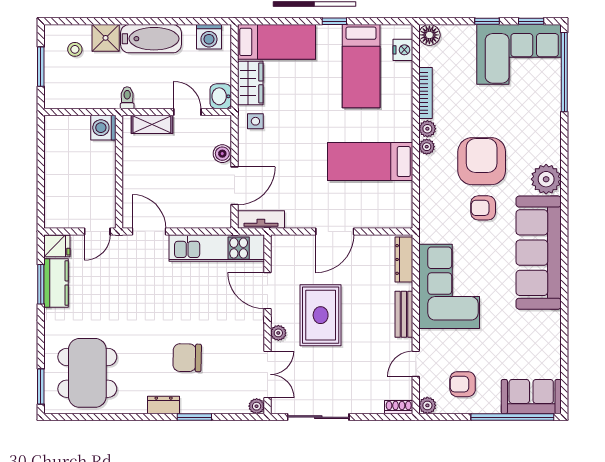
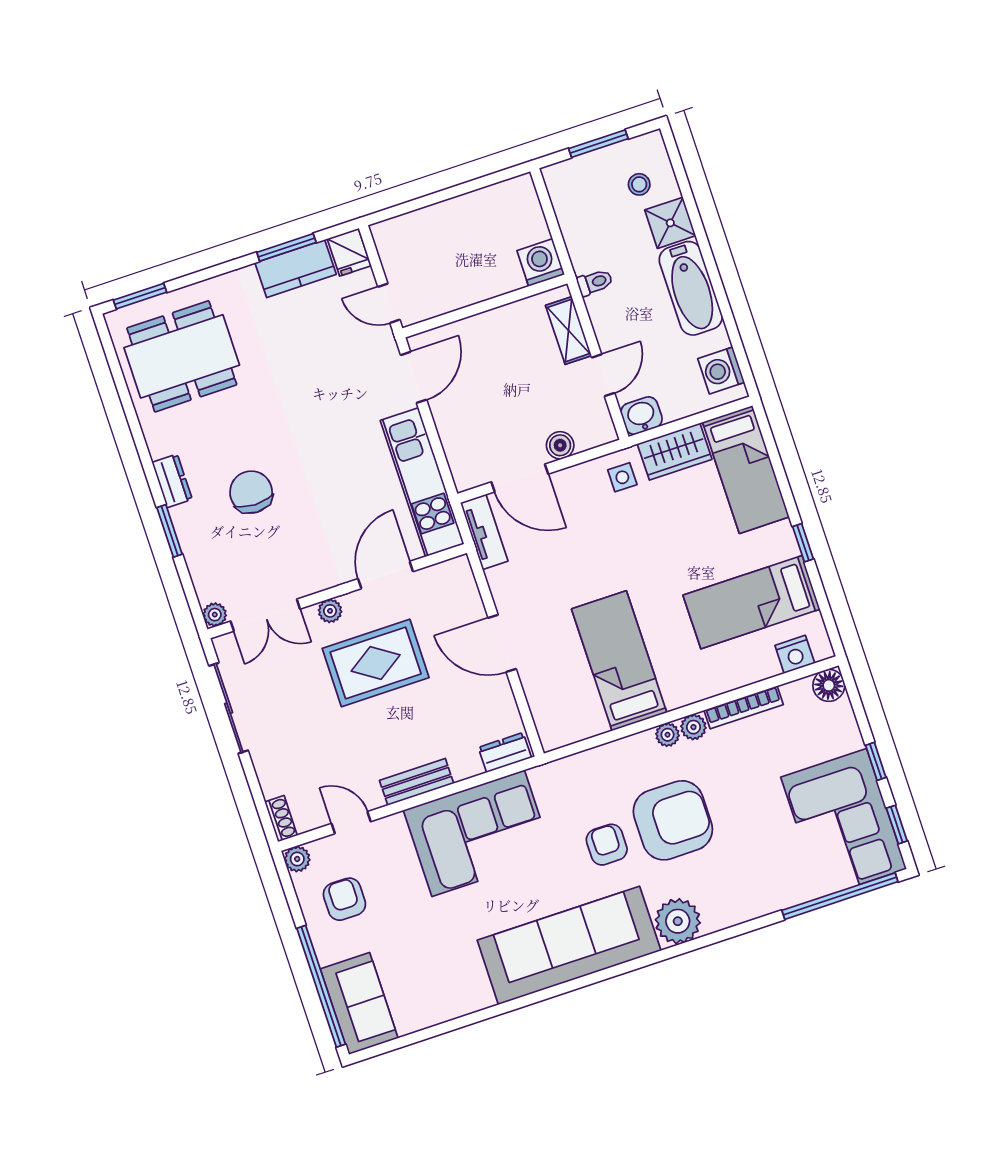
dresser: (404, 259) -> (505, 753), width x0.70

